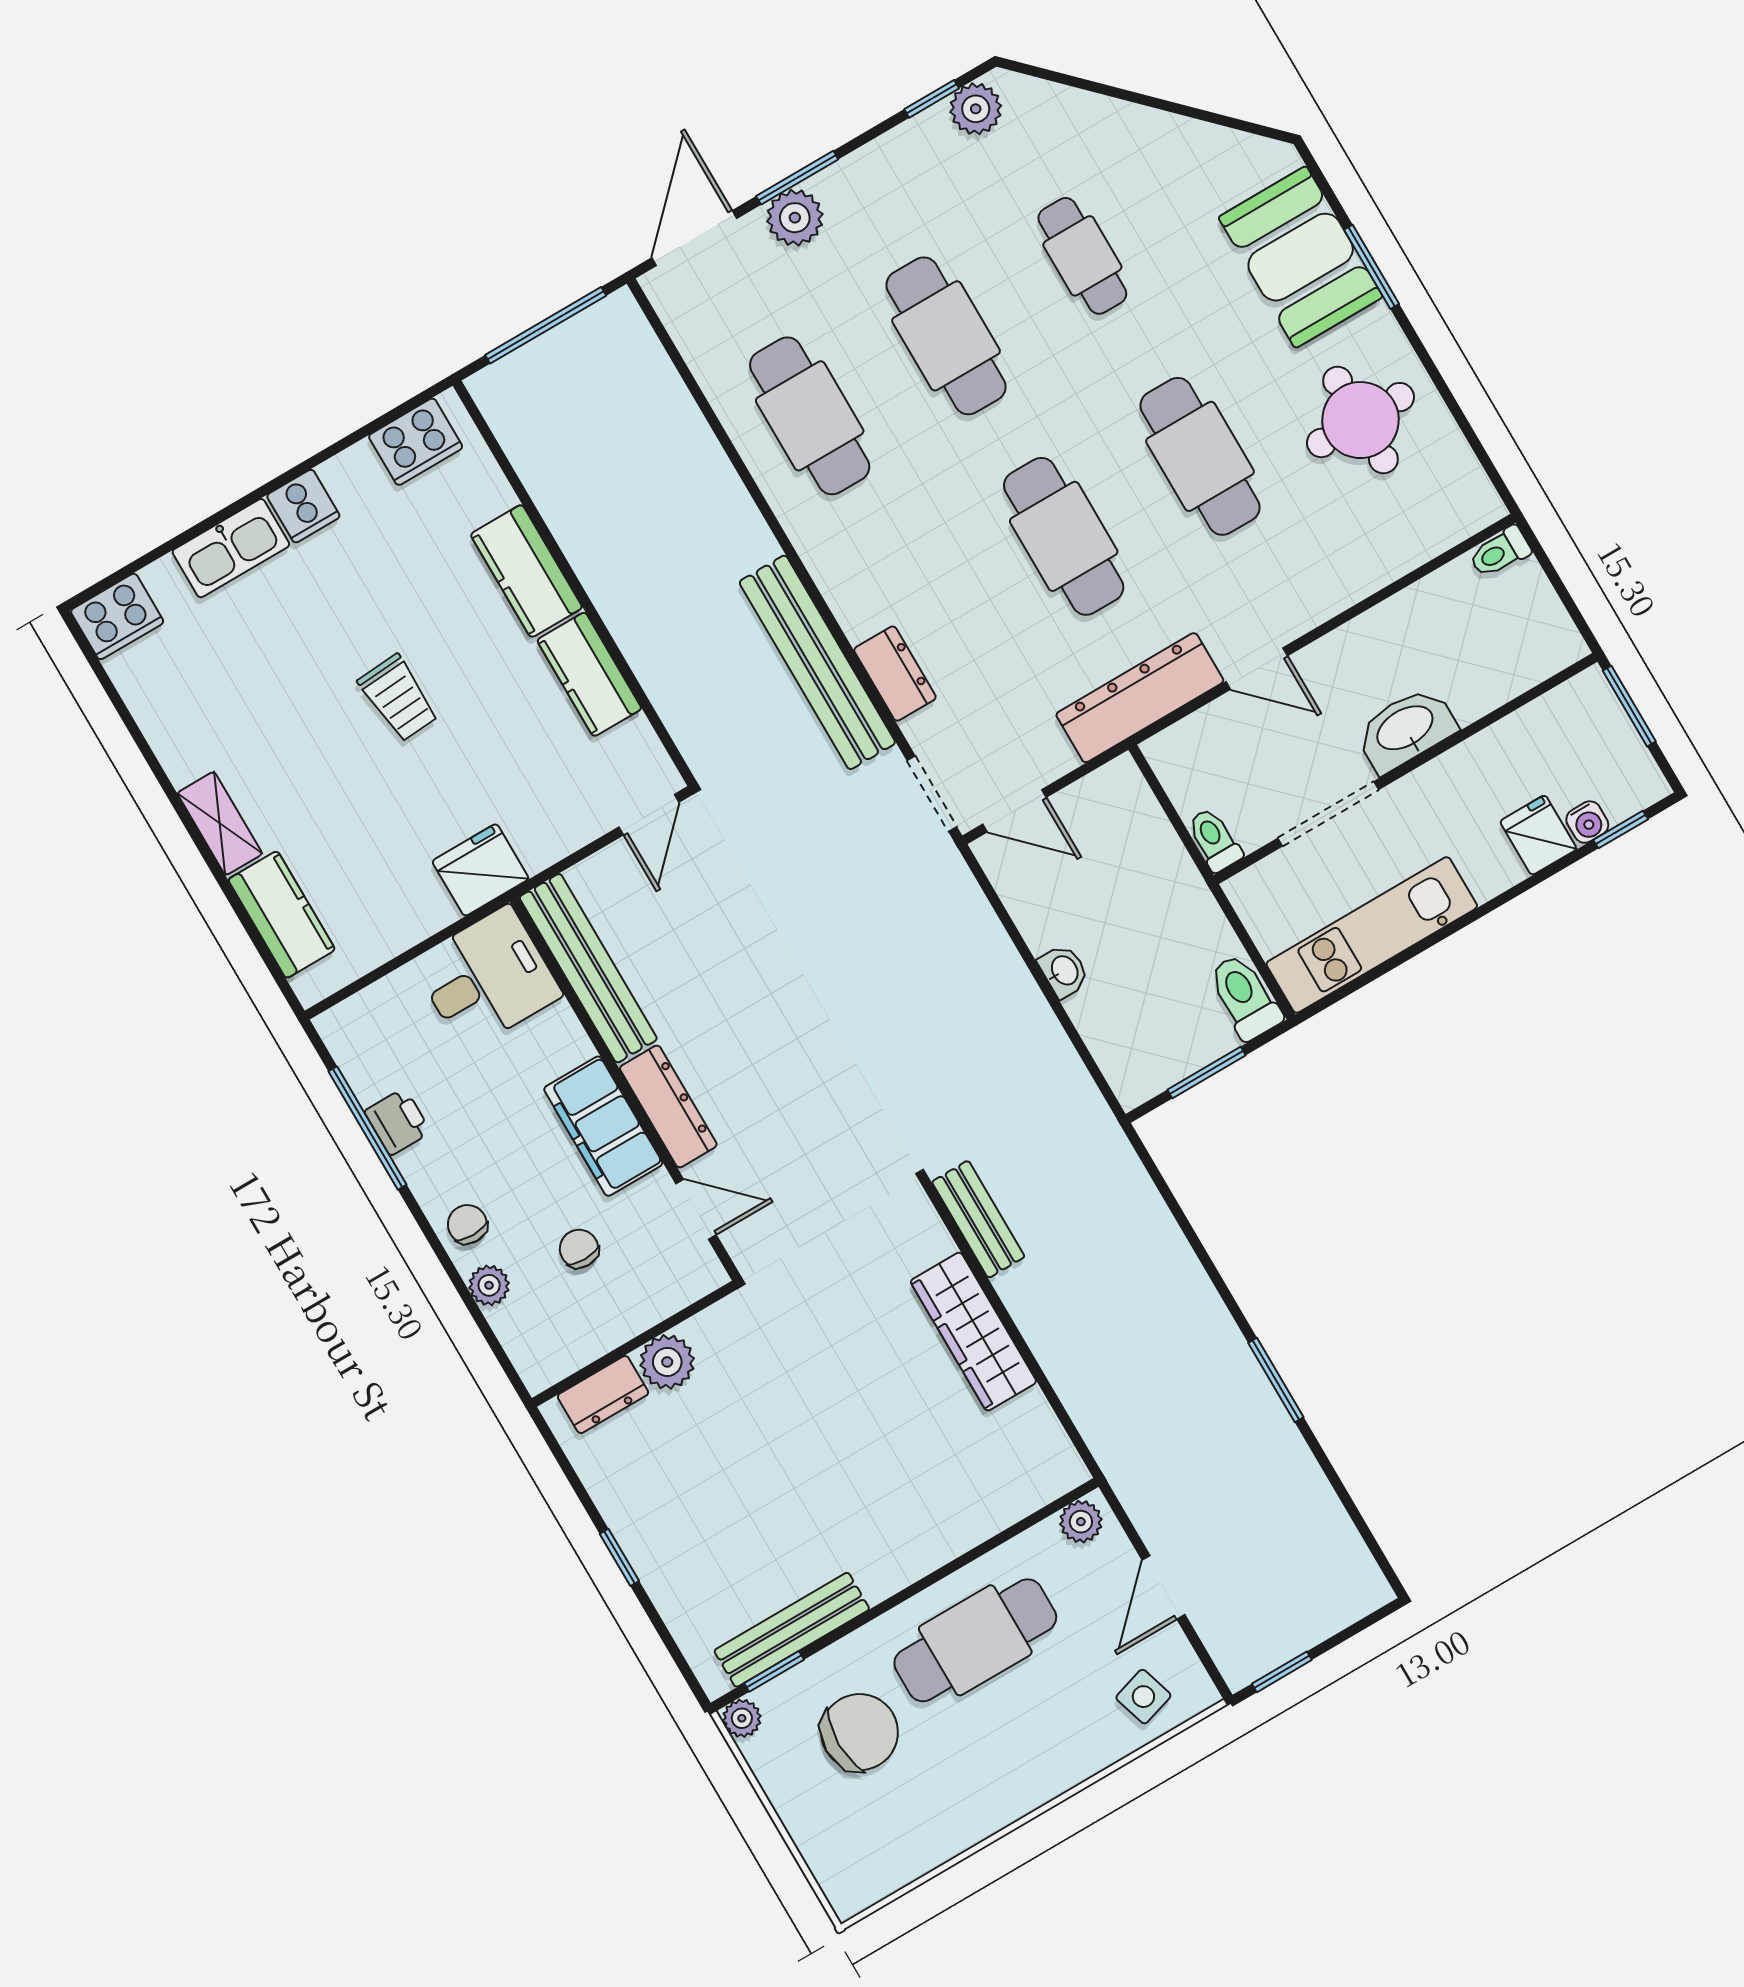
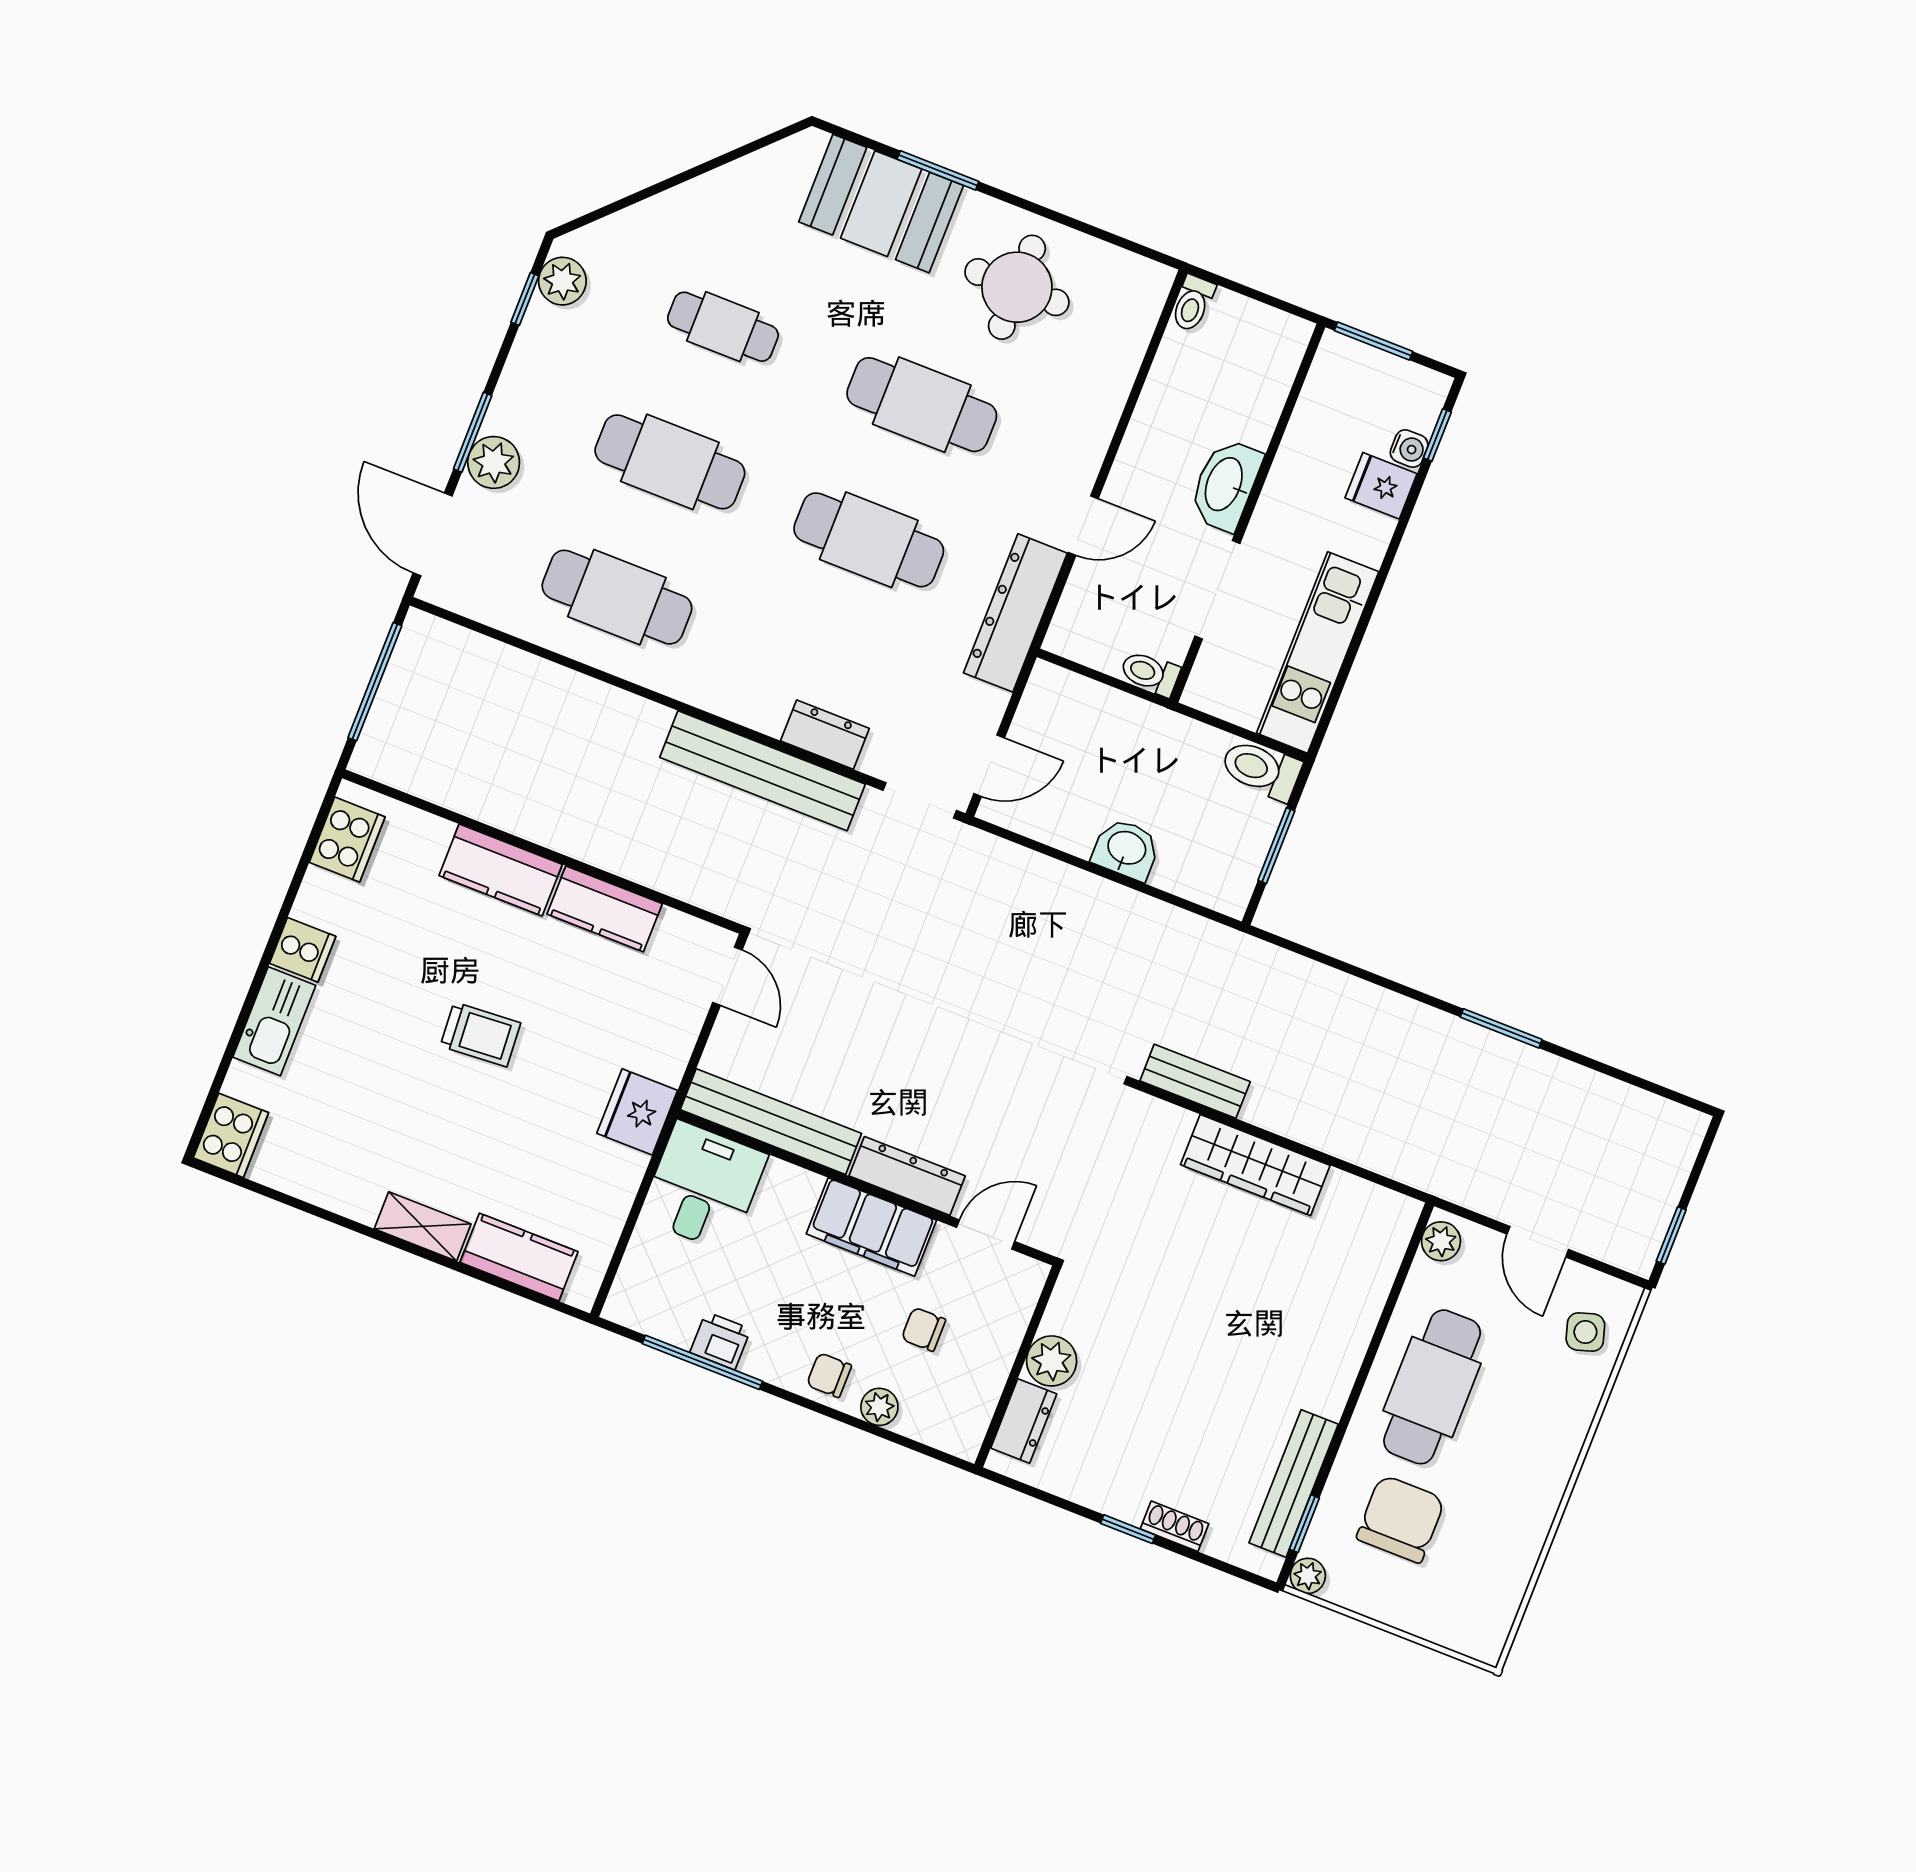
washbasin: (1064, 971) -> (1126, 849), width x1.38, depth x1.45
shoe rack: (661, 1586) -> (1175, 1526), added

